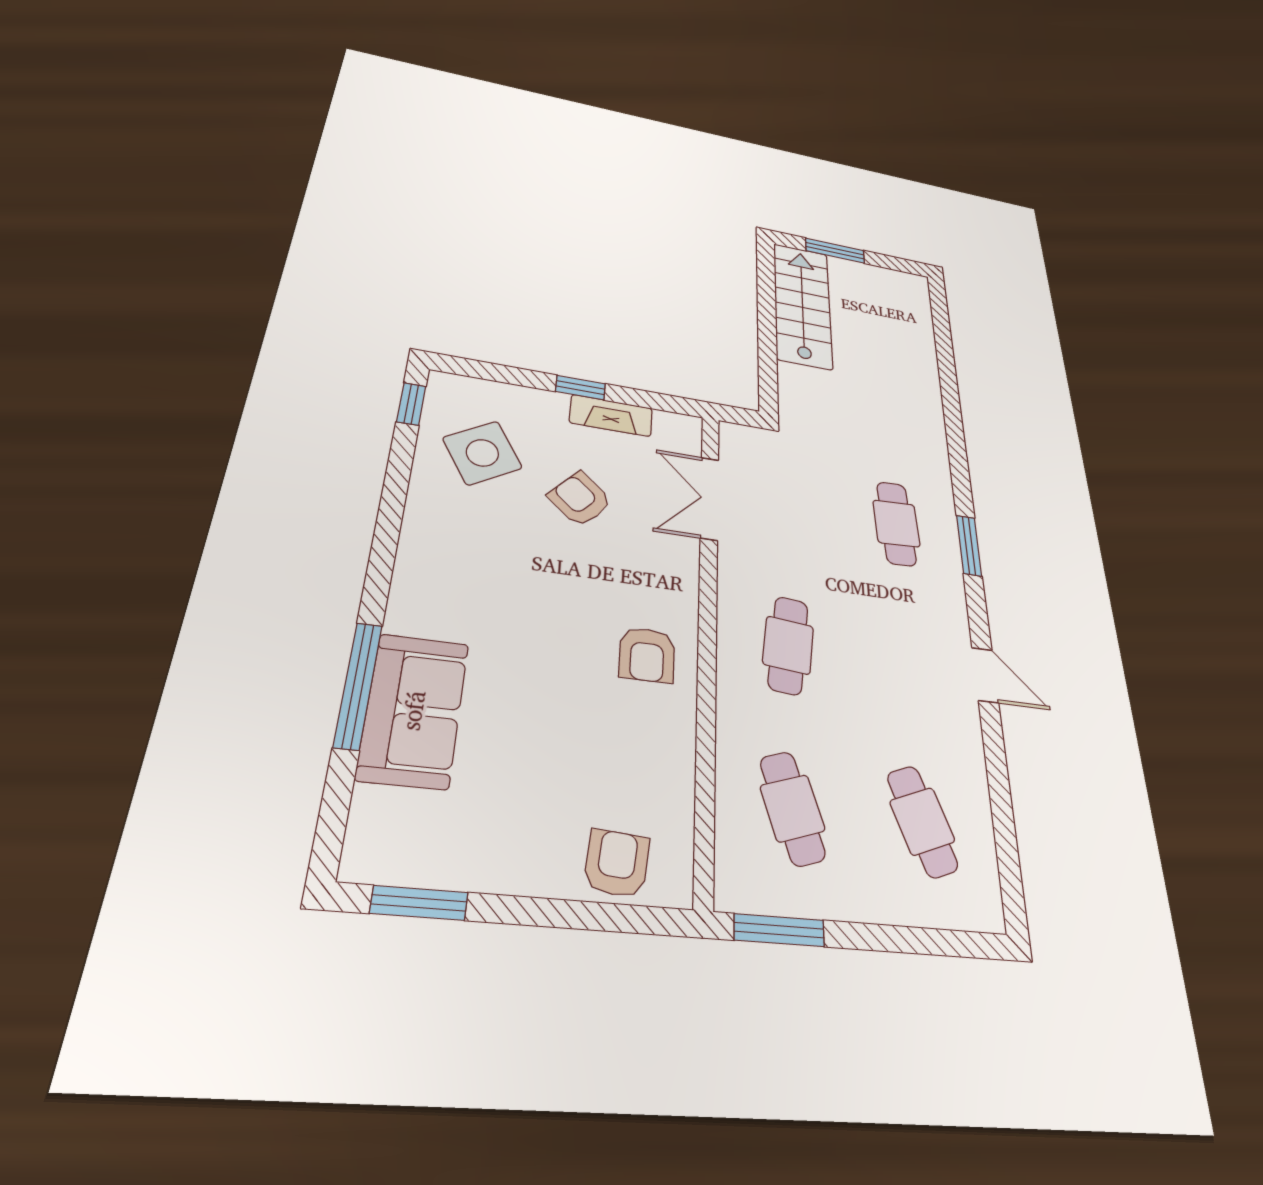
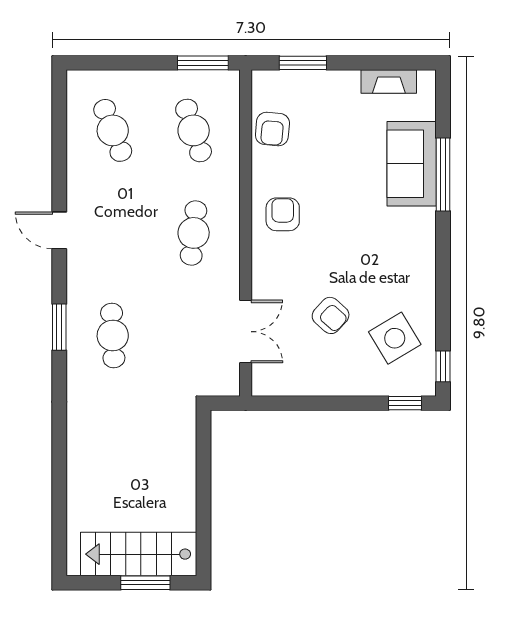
stairs: (803, 305) -> (139, 554), moved, turned 90
window: (580, 388) -> (405, 403), moved
fireplace: (611, 416) -> (389, 81), moved, turned 180
armchair: (617, 863) -> (272, 129), moved
window: (419, 903) -> (303, 63), moved

